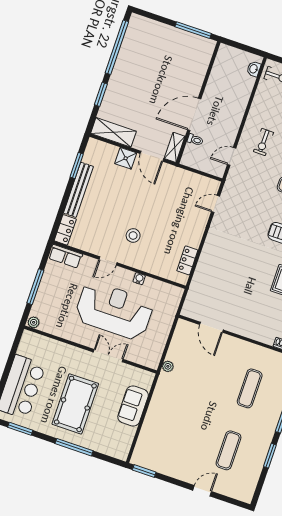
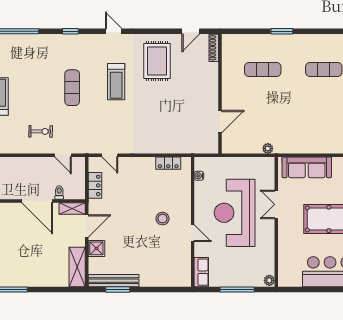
window: (101, 94) -> (47, 290), removed
bench: (78, 190) -> (114, 281), moved
locker: (65, 230) -> (95, 185), moved, turned 90
water cooler: (139, 279) -> (199, 176), moved
sofa: (133, 406) -> (307, 167), width x1.36
window: (270, 456) -> (316, 31), removed

